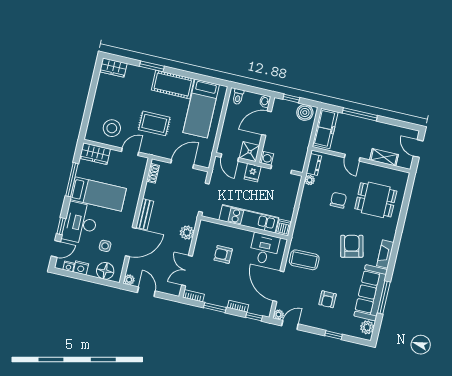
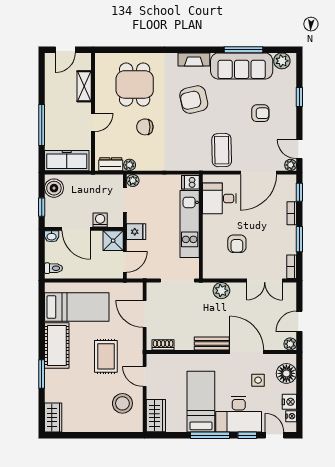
washing machine: (266, 158) -> (100, 220), moved
window: (72, 180) -> (210, 435), moved
plant: (296, 180) -> (133, 180), added

